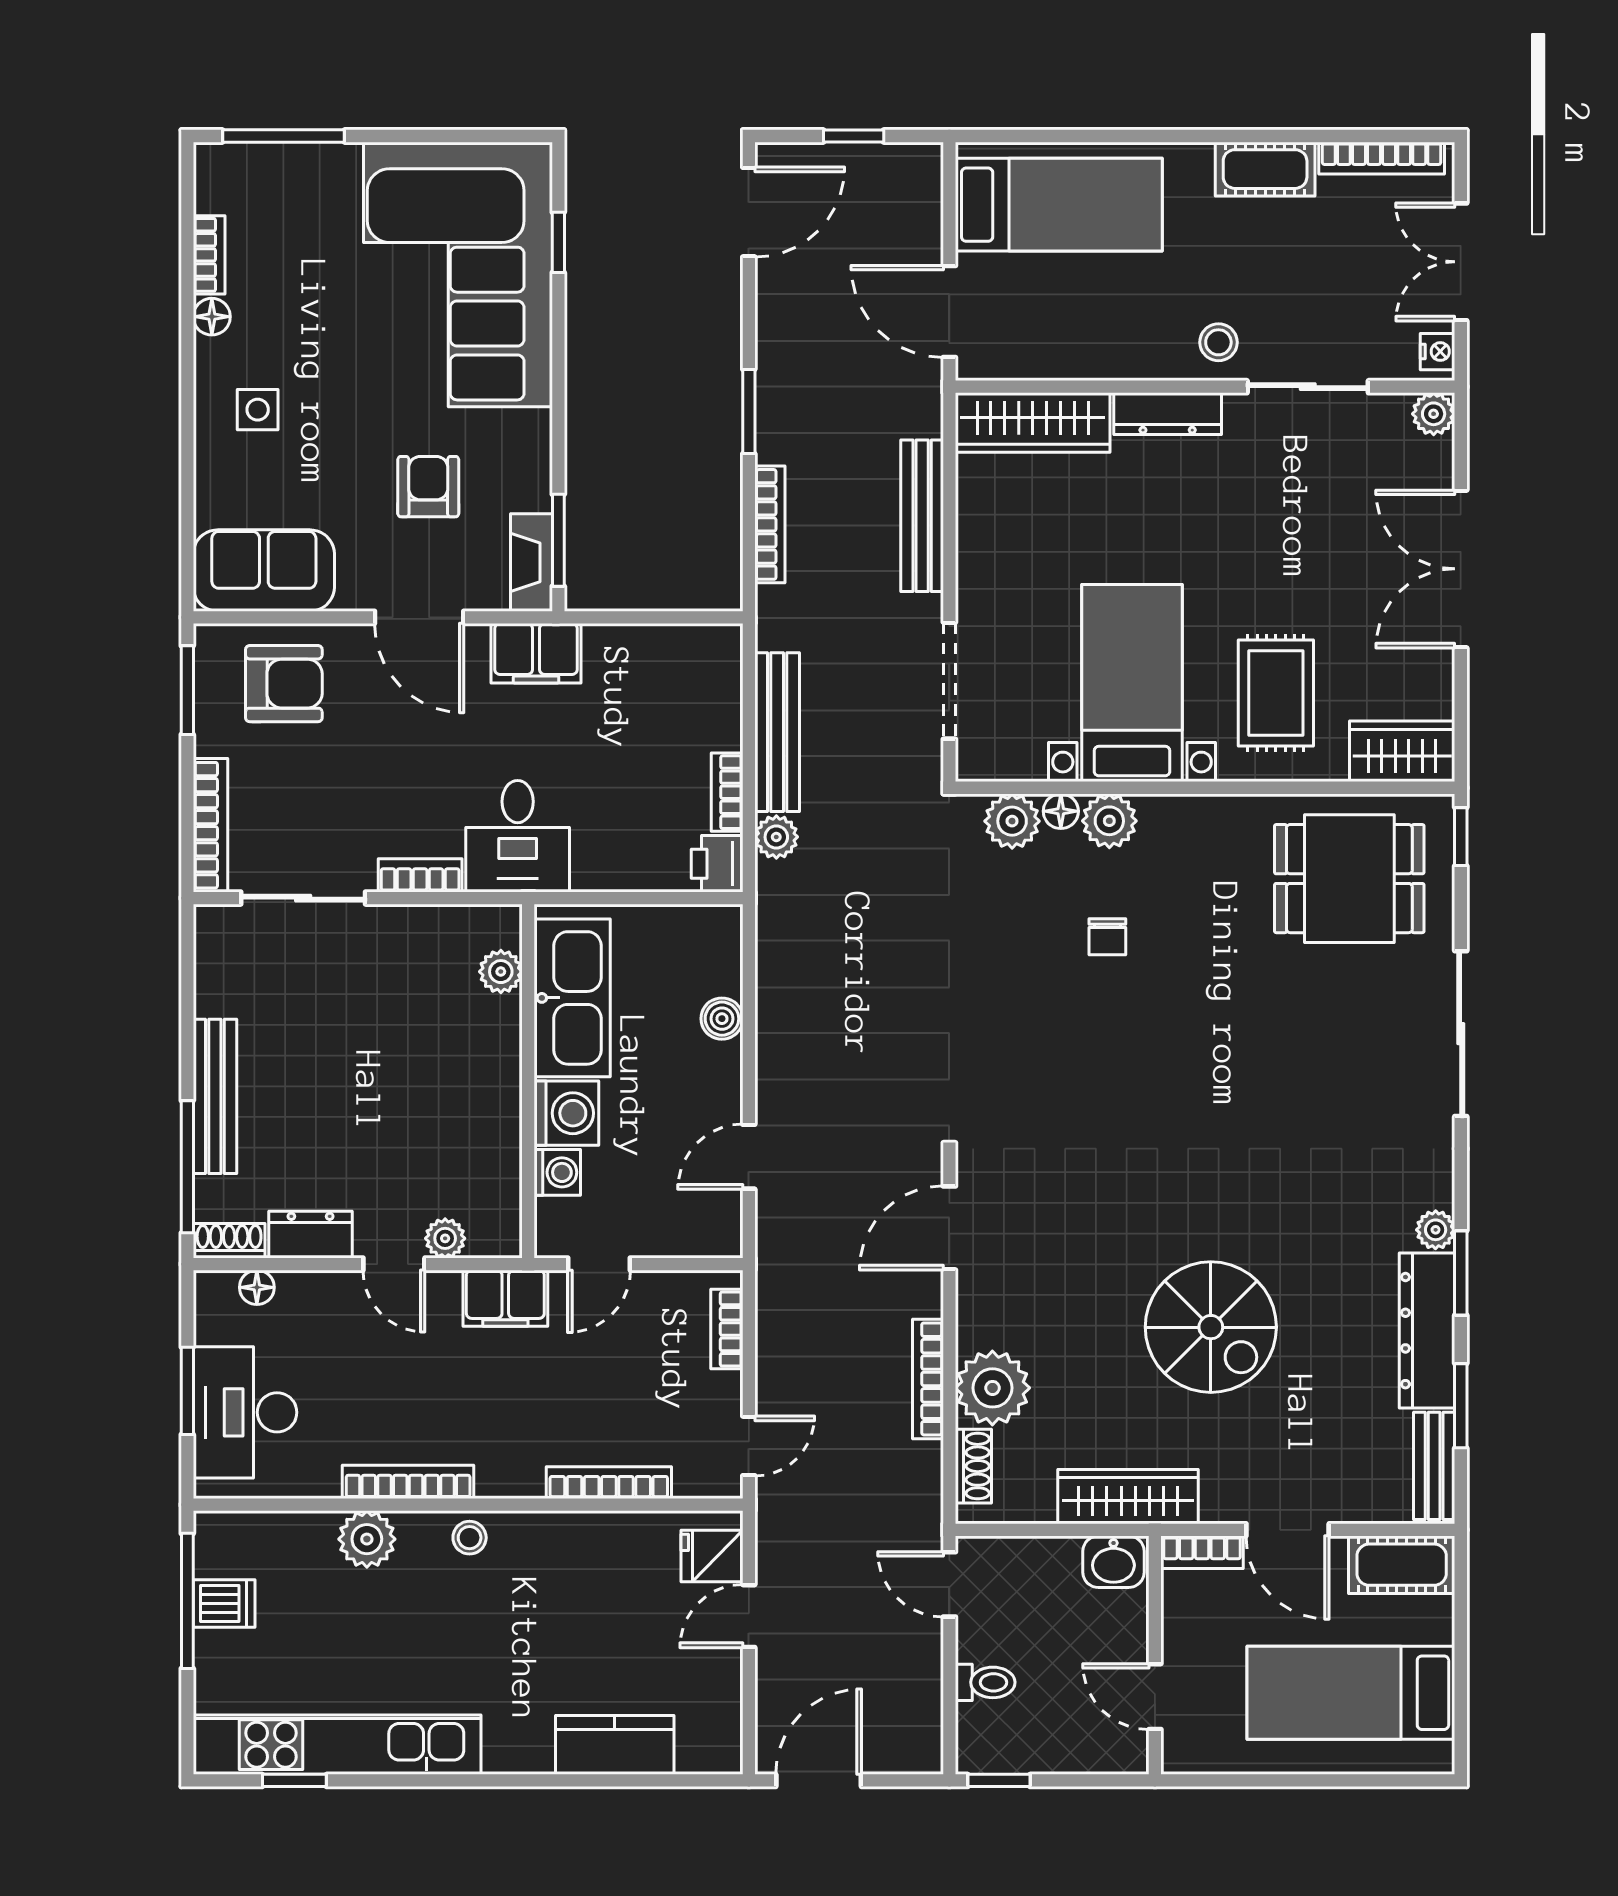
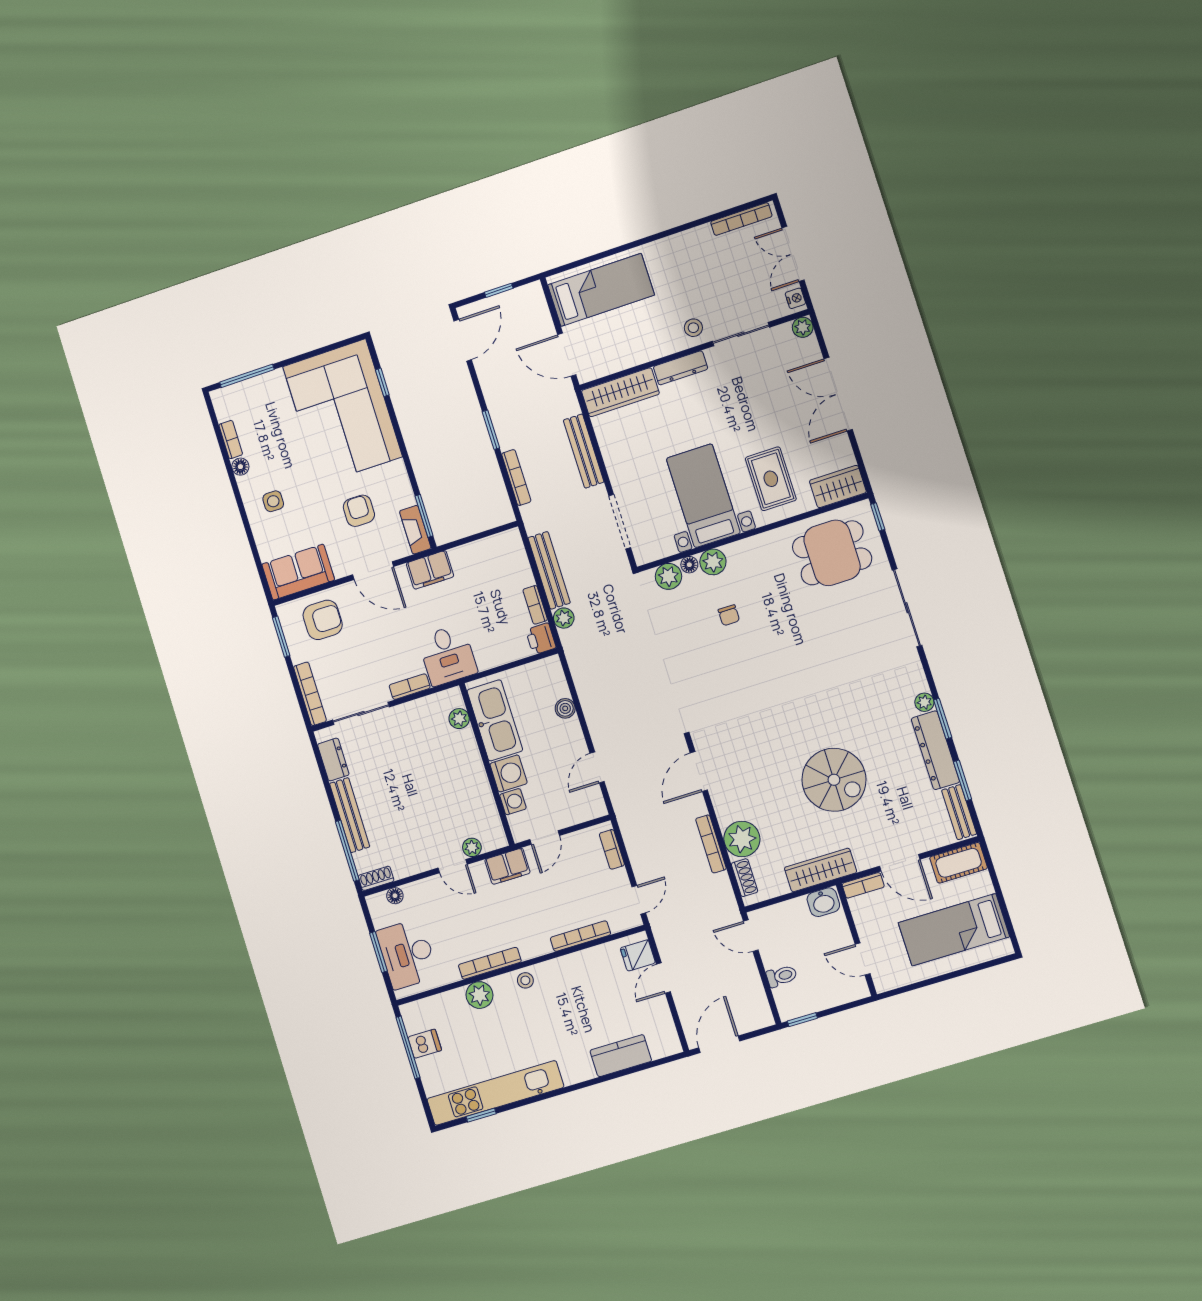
cot: (1265, 169) -> (690, 242), removed
dresser: (311, 1235) -> (333, 760), moved, turned 90

